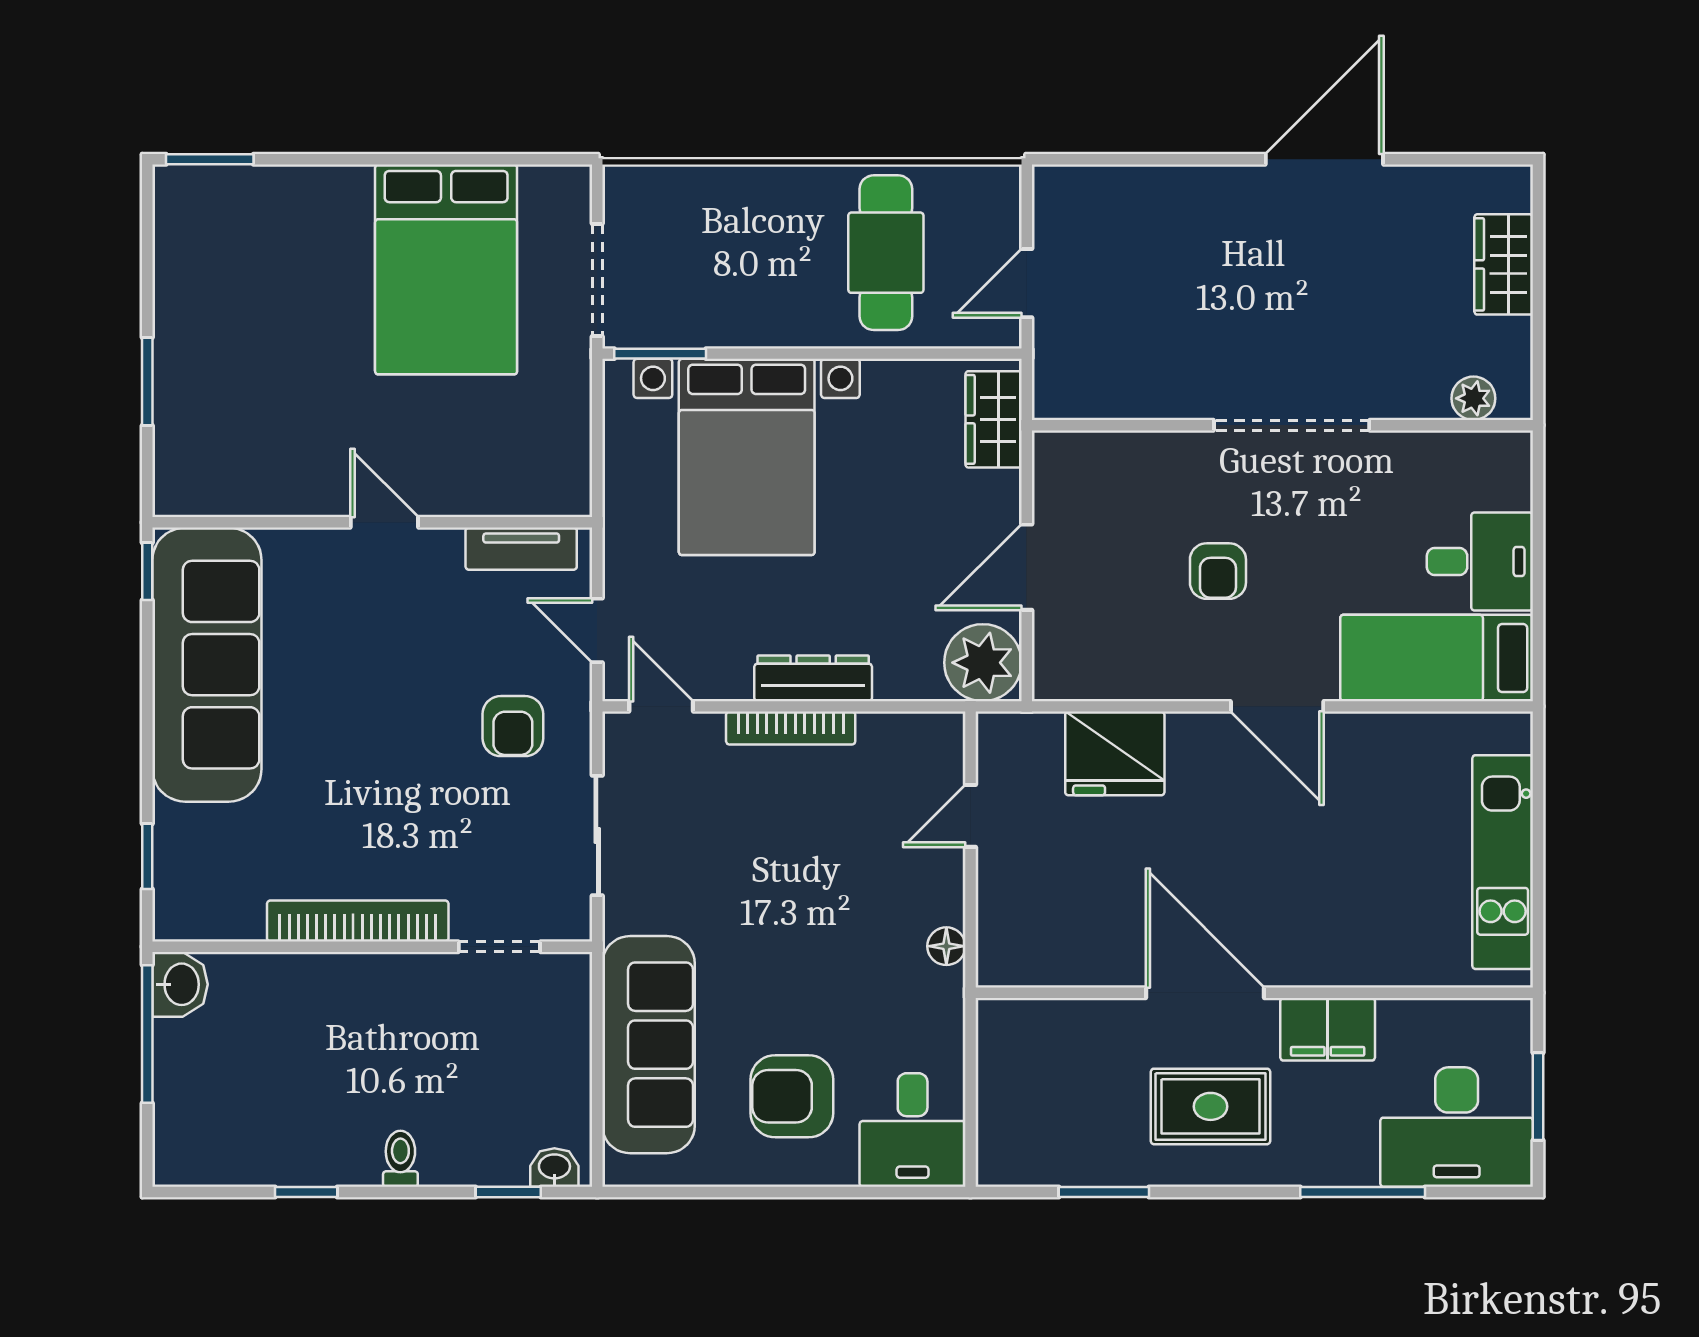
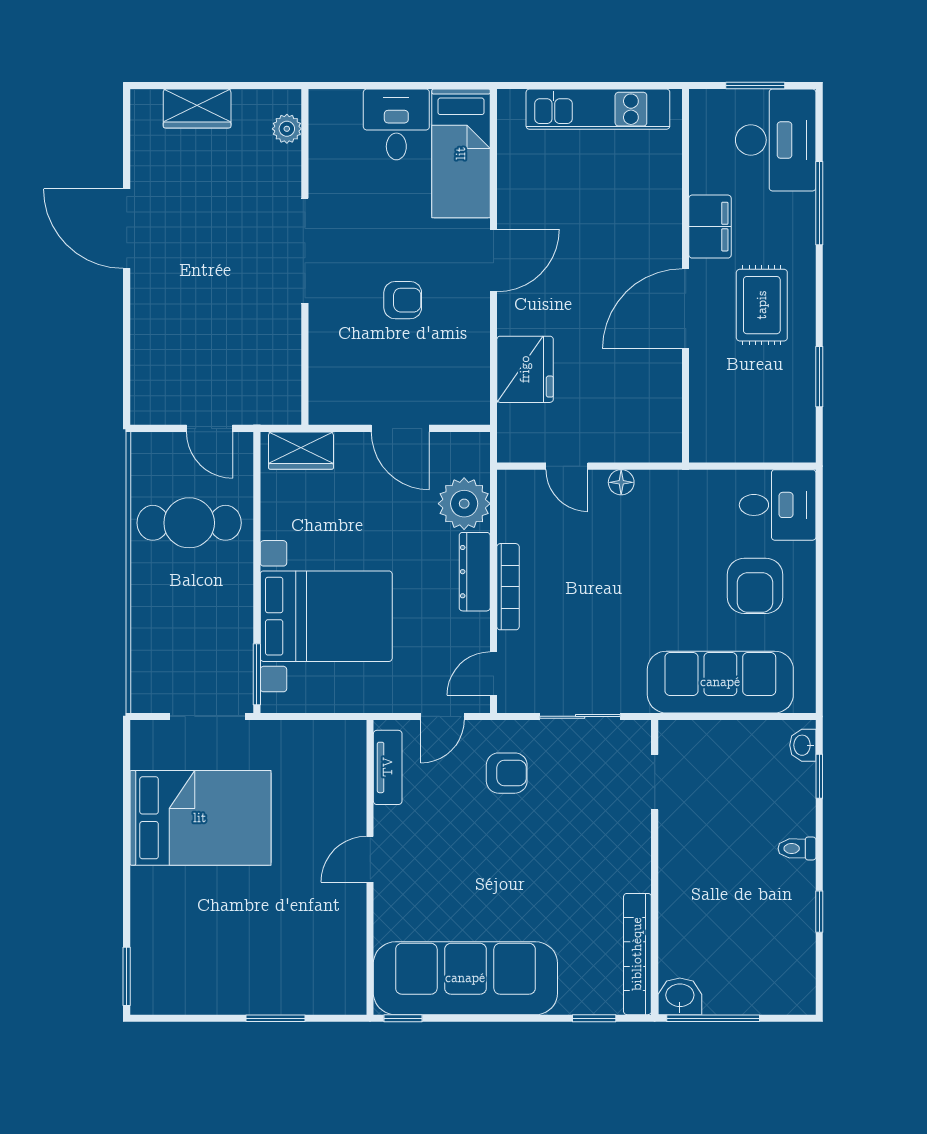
plant: (983, 663) -> (464, 504), moved
bookcase: (358, 921) -> (637, 954), moved
floor lamp: (946, 946) -> (621, 482), moved

